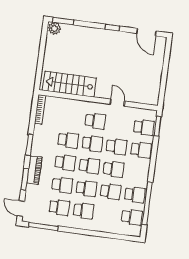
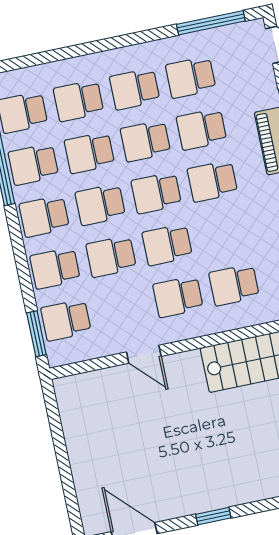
school desk: (68, 140) -> (234, 285), moved
school desk: (138, 172) -> (44, 216), added
school desk: (108, 214) -> (79, 101), added

